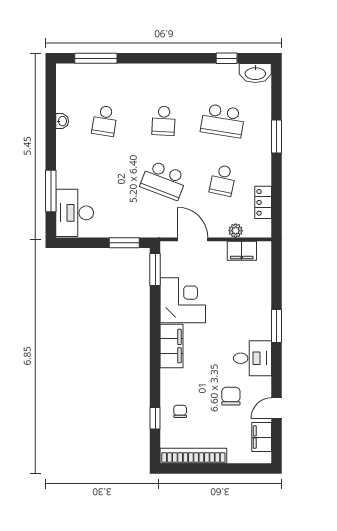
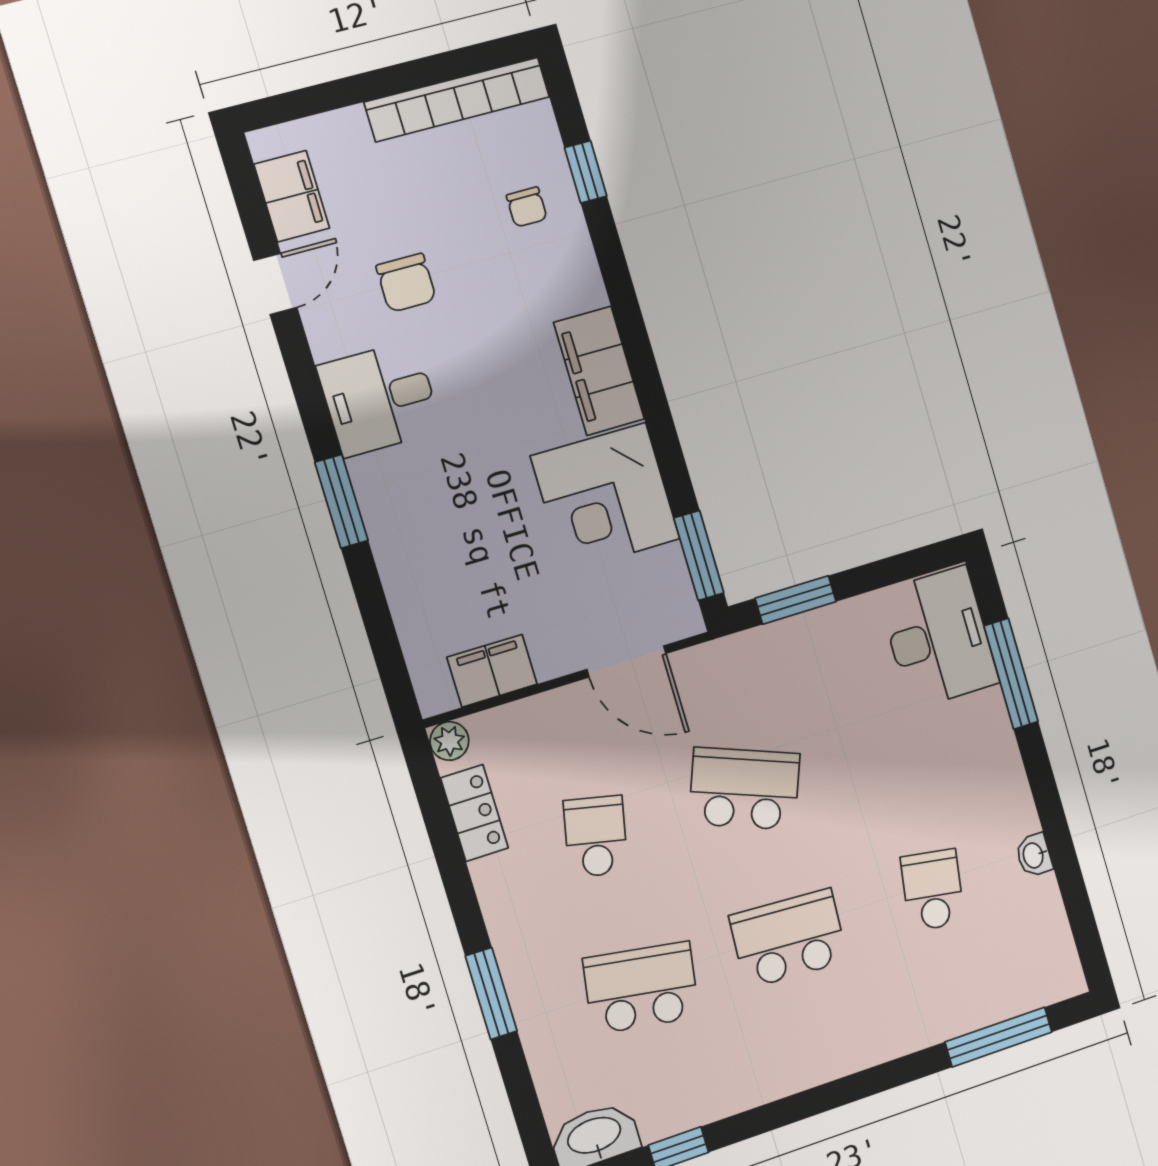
school desk: (164, 121) -> (789, 938), width x1.85
plant: (236, 231) -> (449, 741), moved

